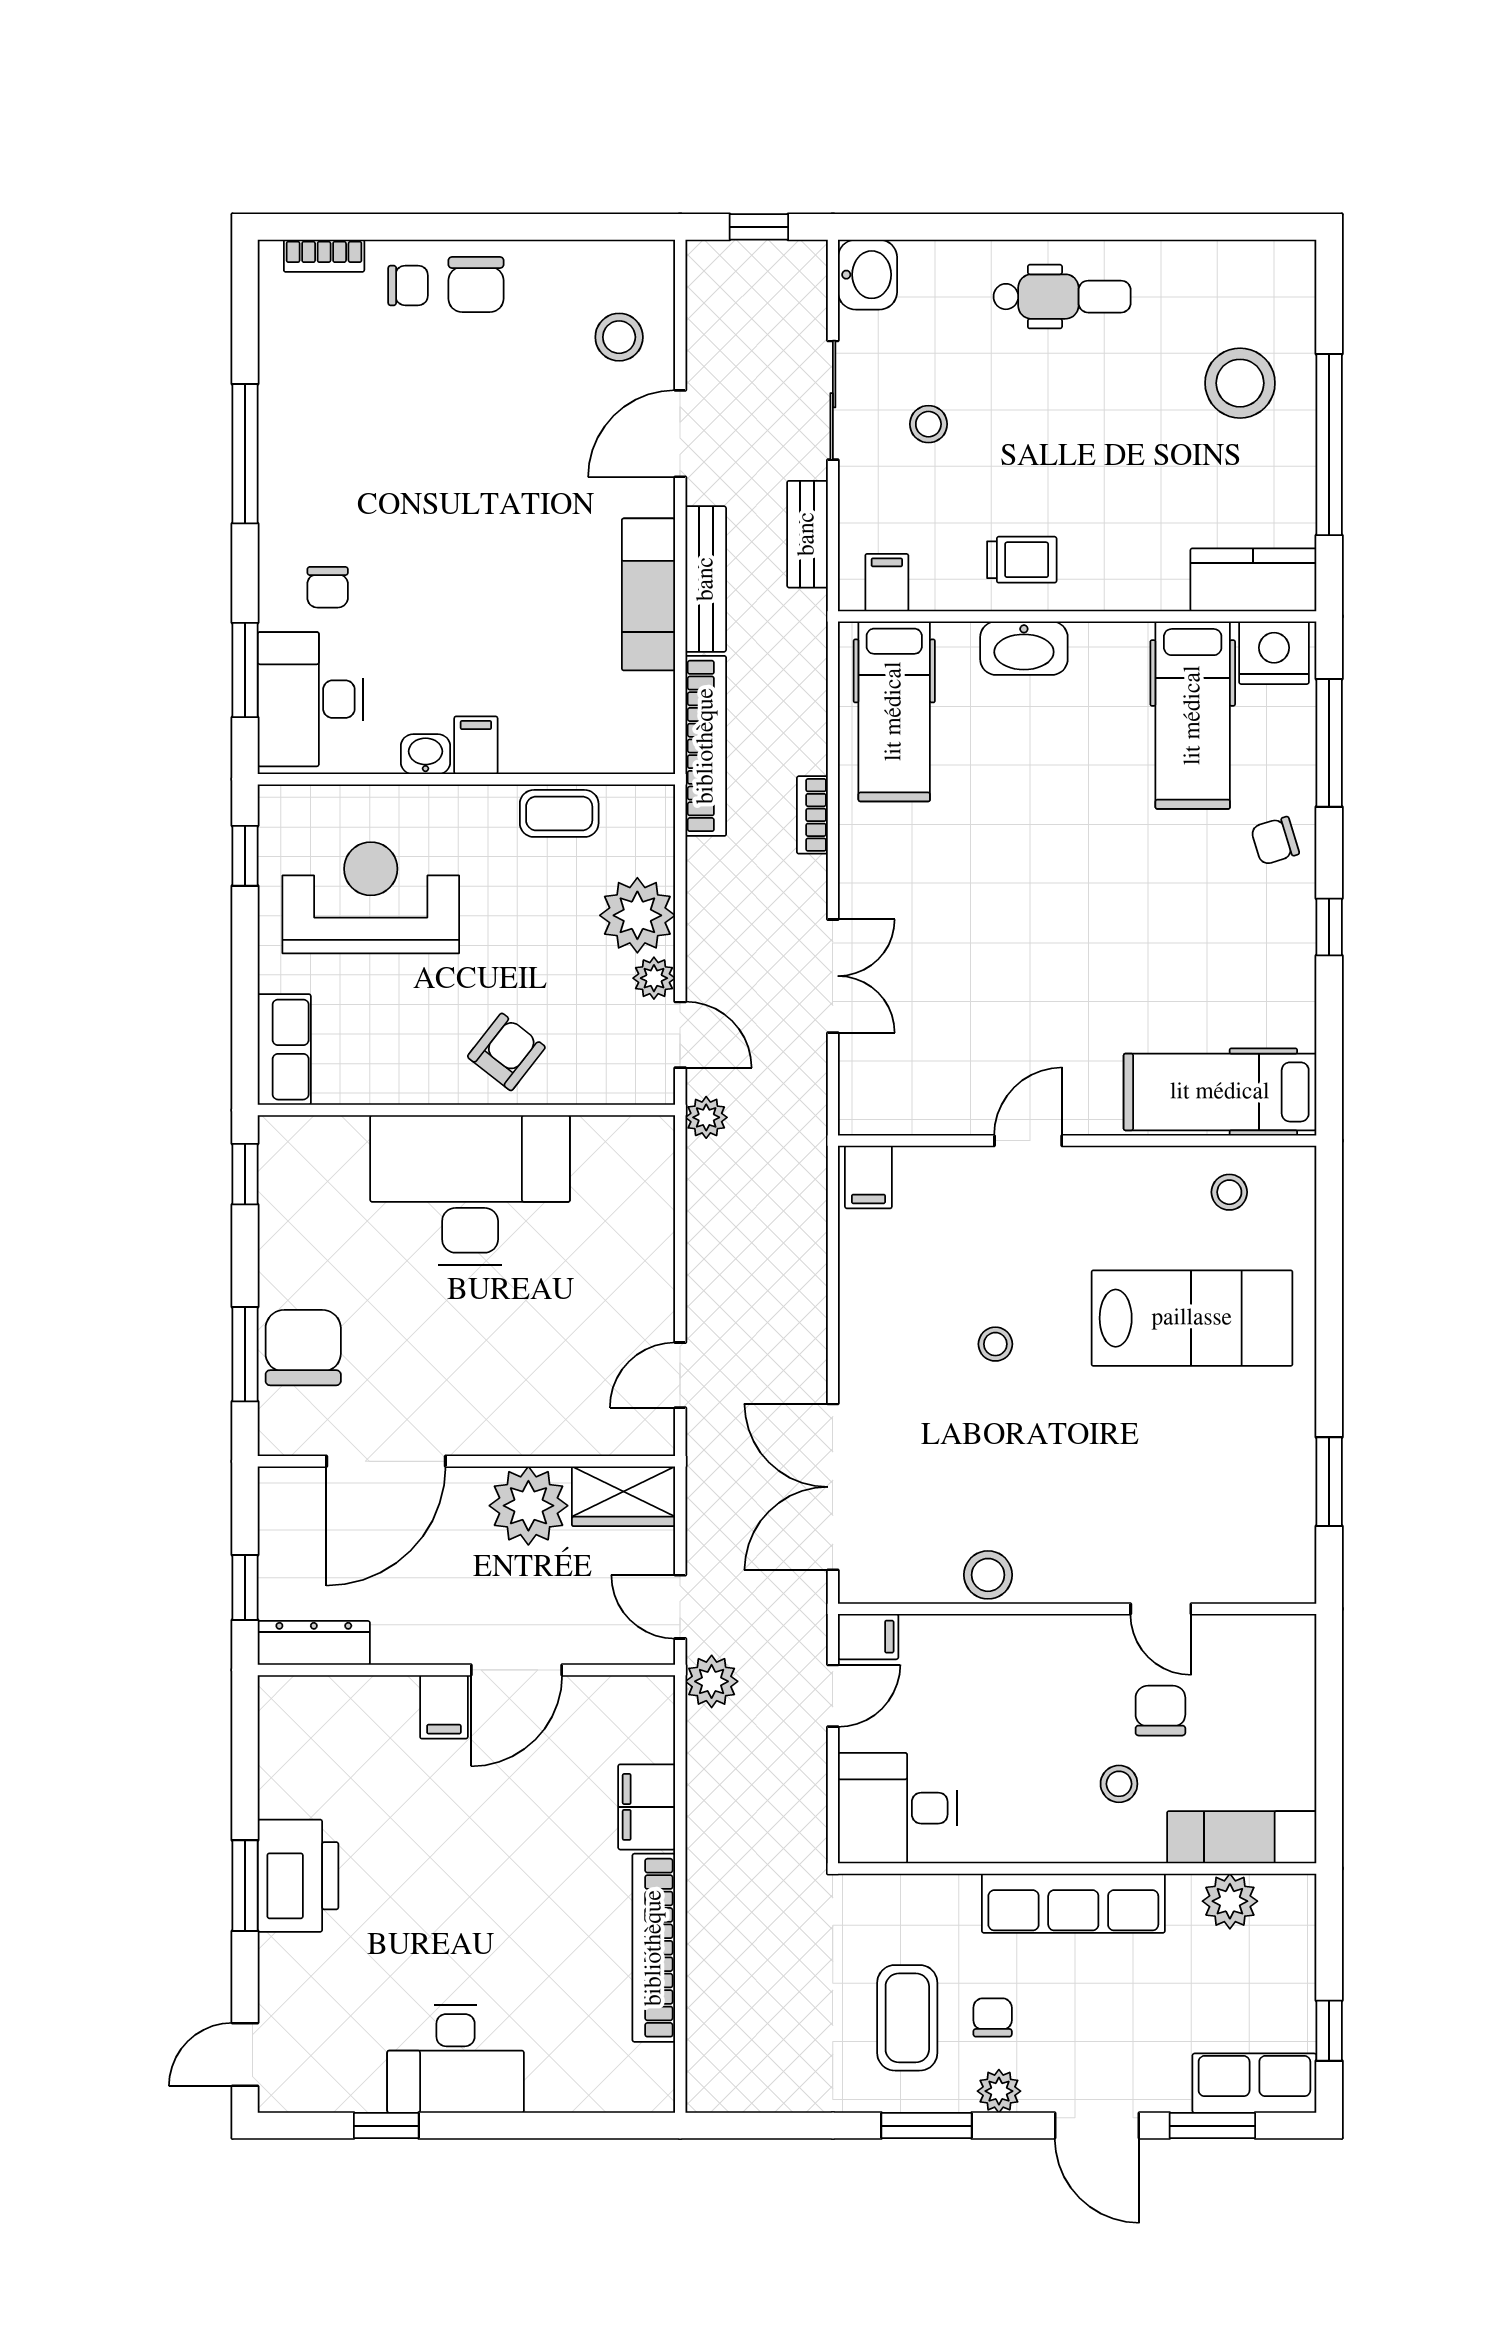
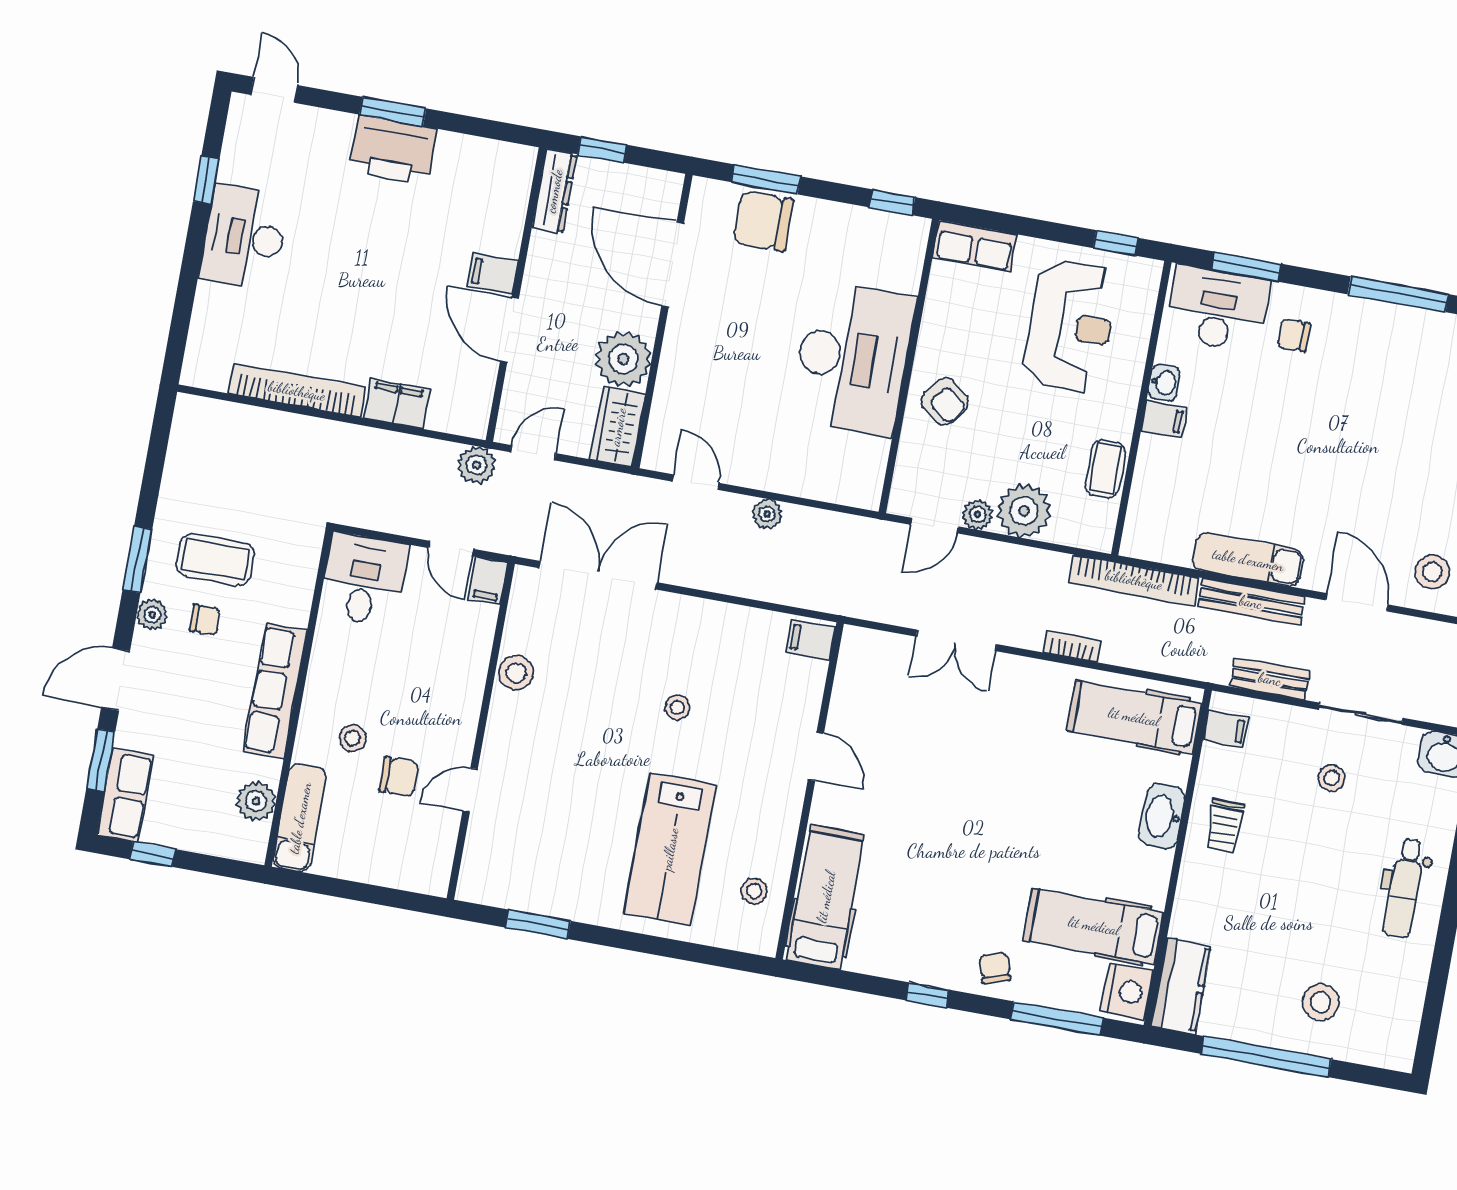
stool: (1240, 383) -> (1321, 1002), width x0.73, depth x0.73
plant: (706, 1117) -> (767, 514), moved
chair: (303, 1348) -> (763, 221), turned 180

